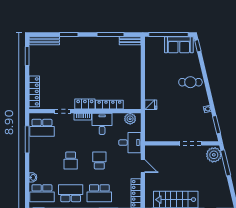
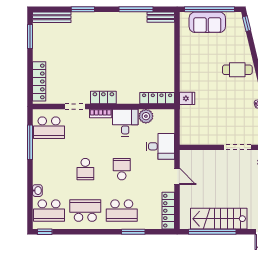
sofa: (179, 45) -> (207, 22), moved
locker: (109, 105) -> (157, 98), moved
plant: (130, 119) -> (146, 116), moved

